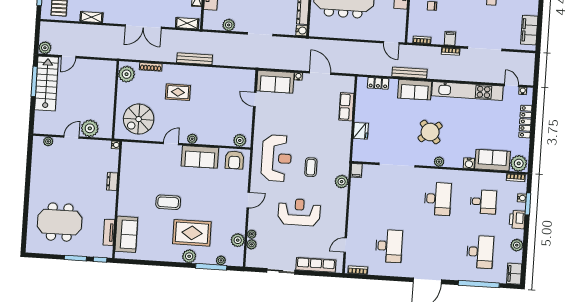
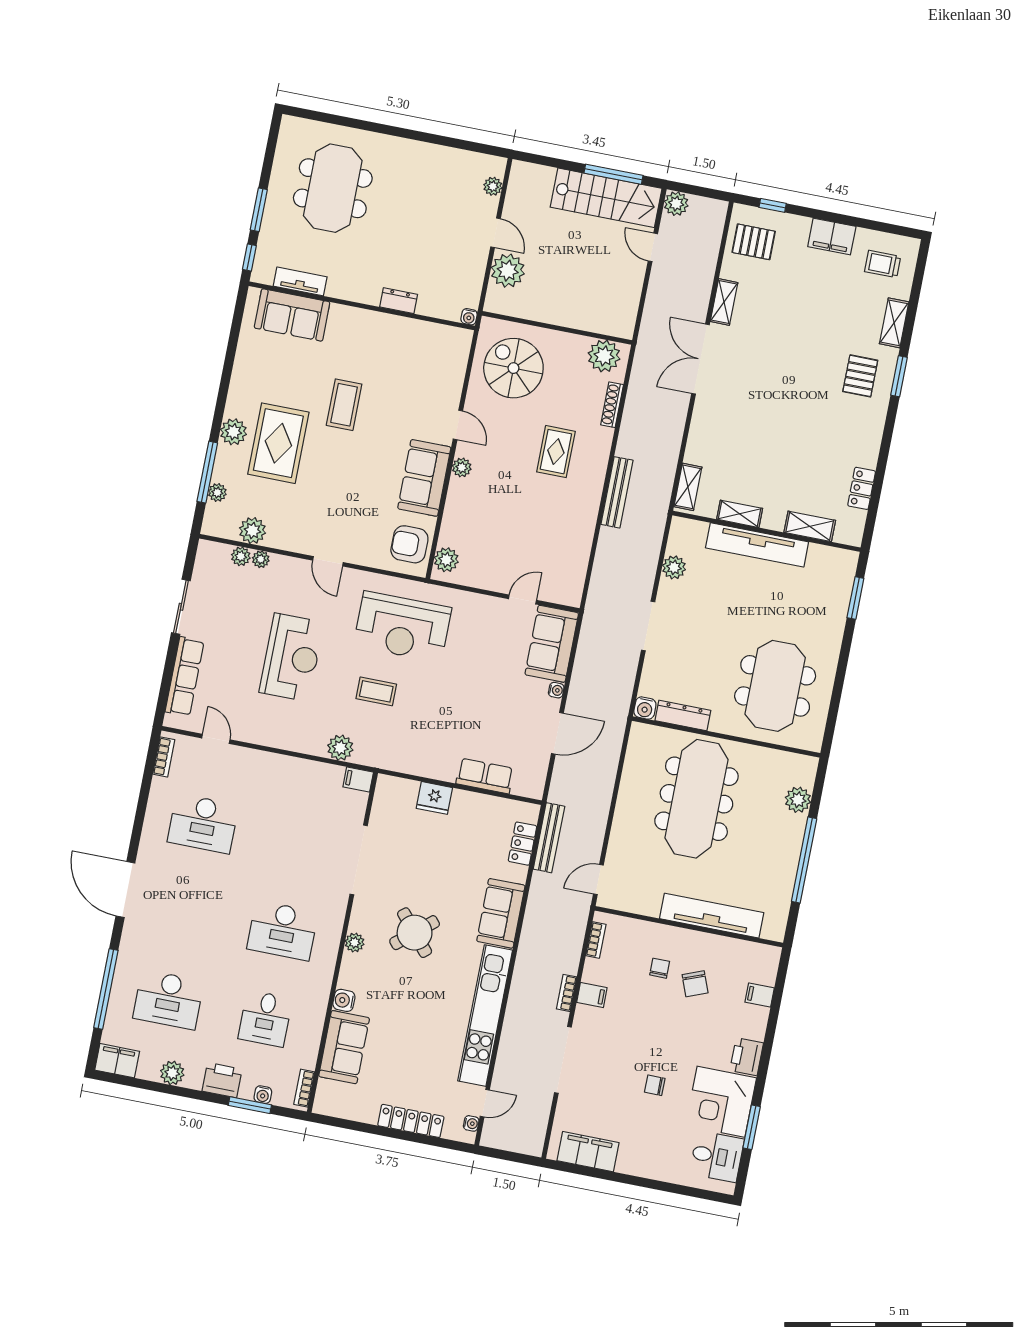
double door: (143, 27) -> (700, 359), moved
bench: (410, 73) -> (549, 838), moved
plant: (519, 163) -> (331, 1097), removed

